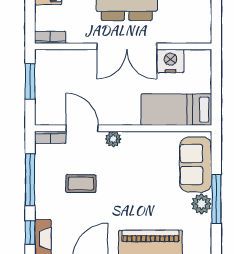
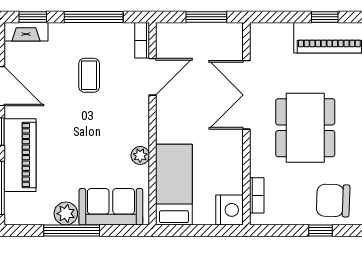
bookcase: (50, 37) -> (257, 195), moved
double door: (127, 46) -> (246, 95), moved
nightstand: (170, 61) -> (230, 210), moved
plant: (113, 139) -> (140, 155), moved

